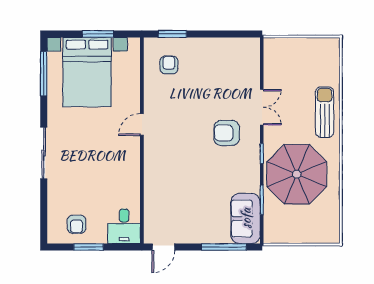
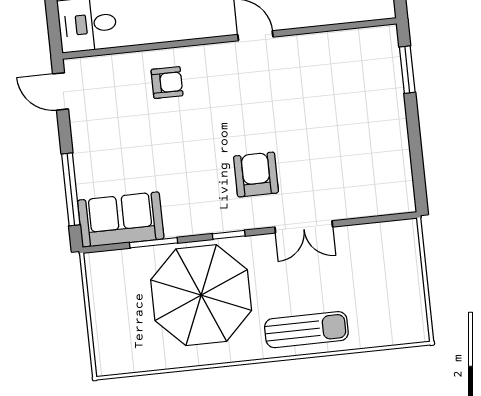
armchair: (169, 65) -> (167, 83), moved

